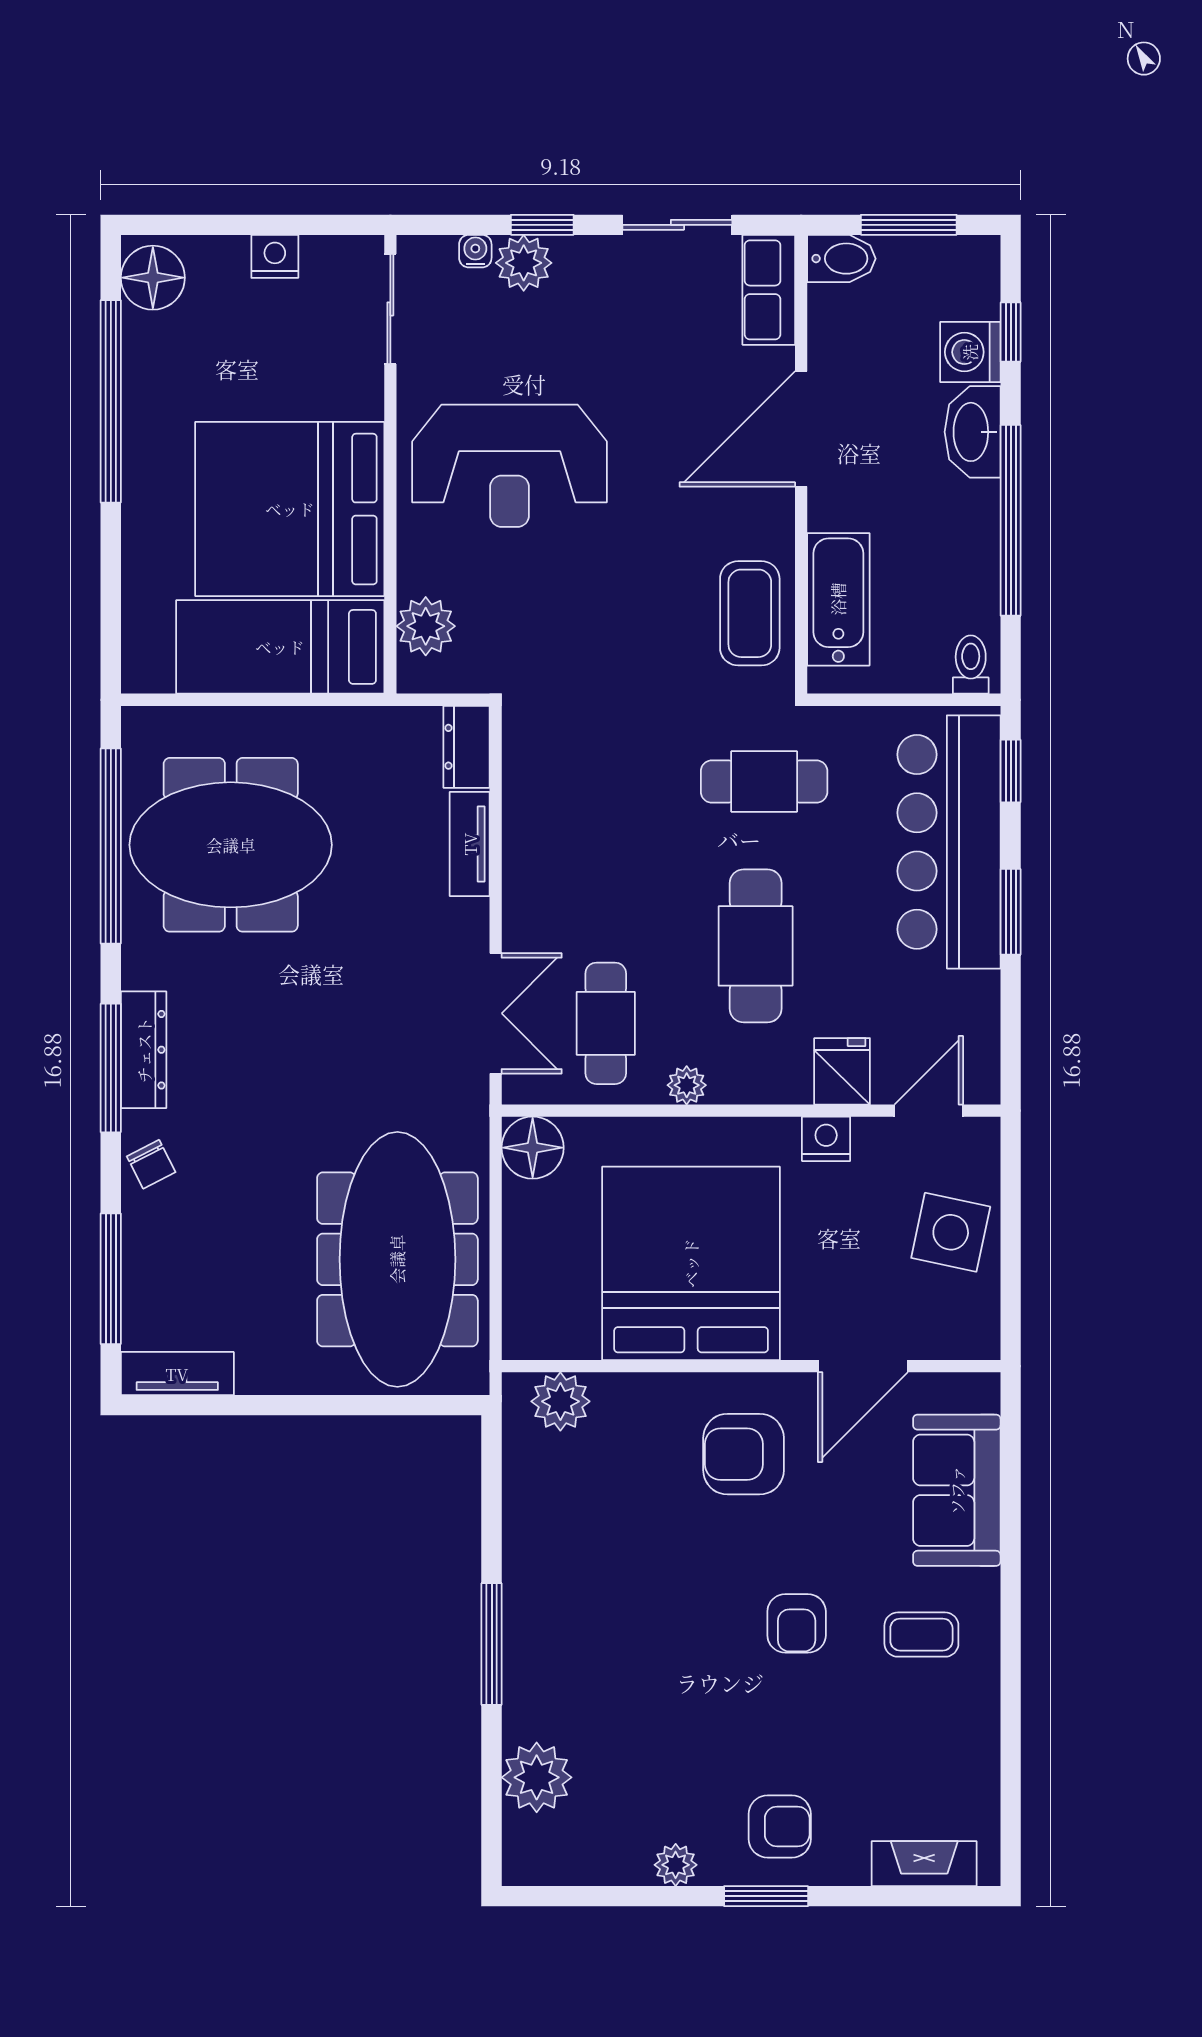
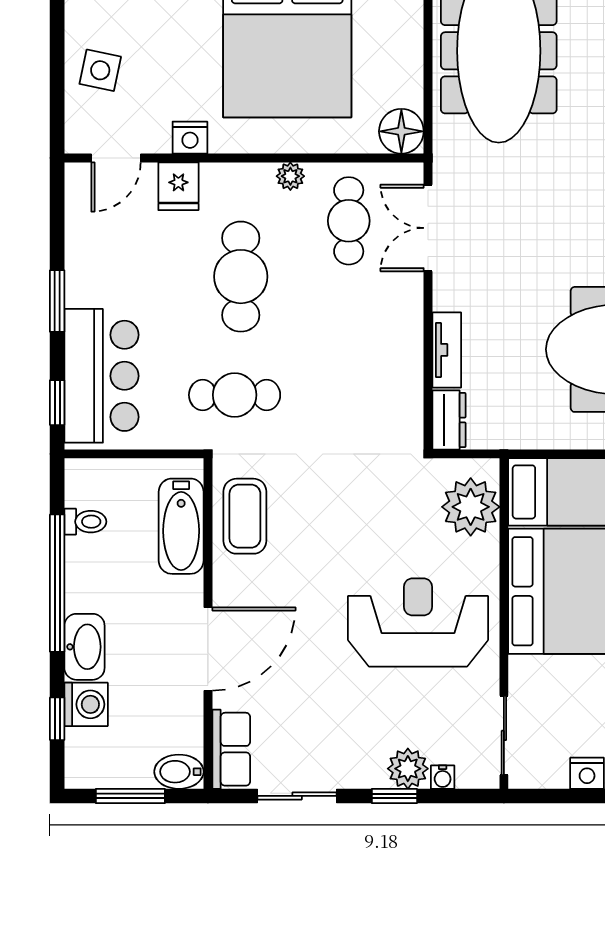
plant: (426, 626) -> (471, 507), width x1.36, depth x1.36
toilet: (971, 665) -> (85, 522), moved, turned -90
bar counter: (949, 842) -> (101, 376), width x0.73
side table: (951, 1232) -> (100, 70), width x0.73, depth x0.73

